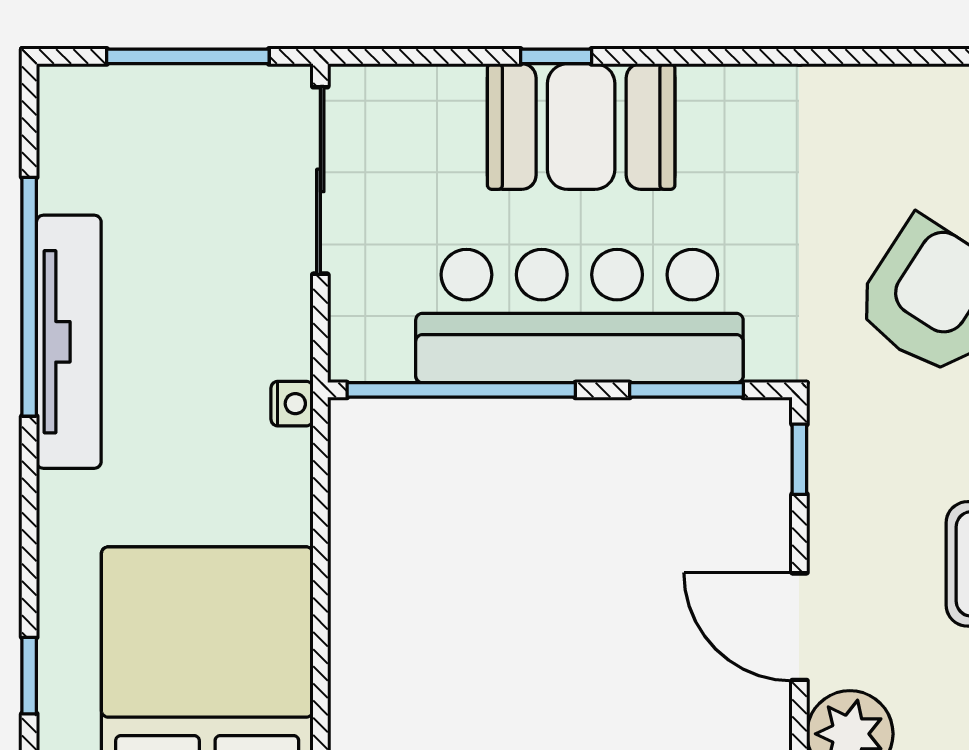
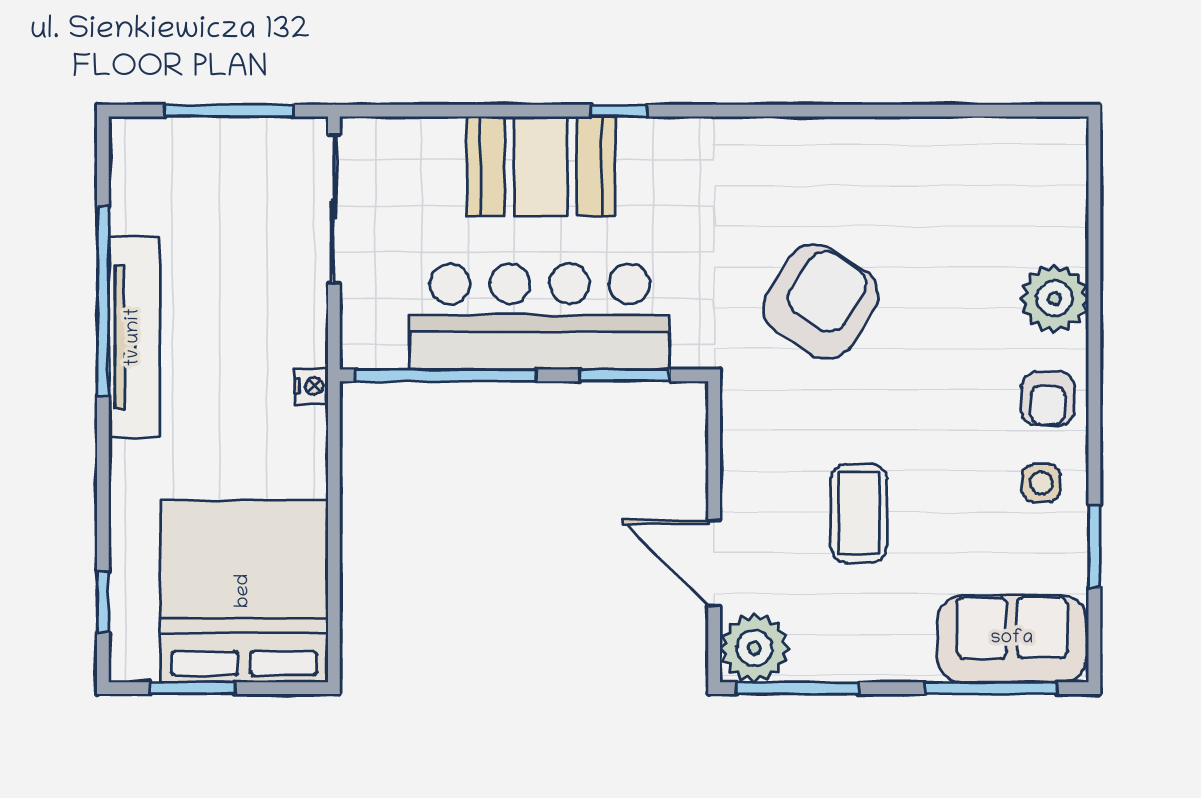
window: (556, 56) -> (619, 111), moved
window: (799, 459) -> (714, 430), removed

